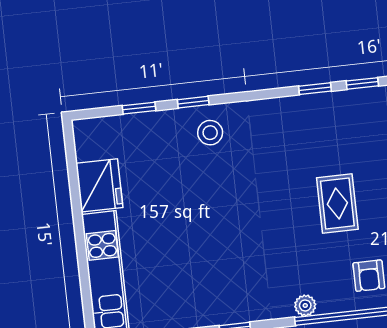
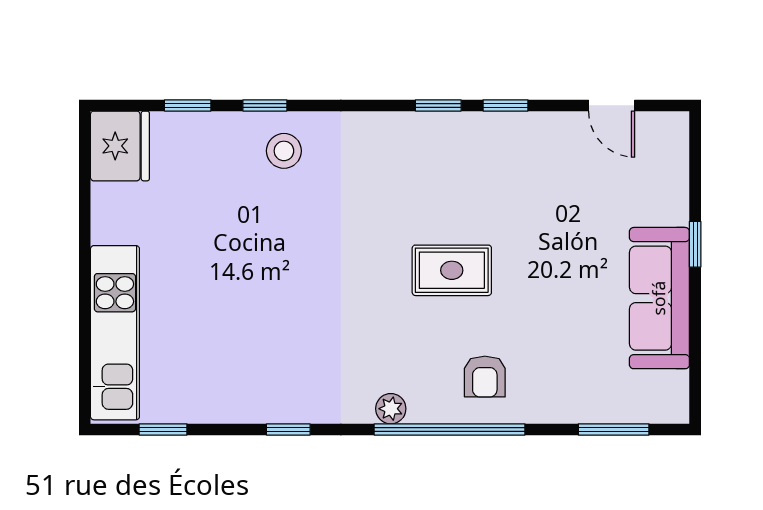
fridge: (99, 185) -> (120, 146), moved
rug: (337, 203) -> (452, 270), turned 90

